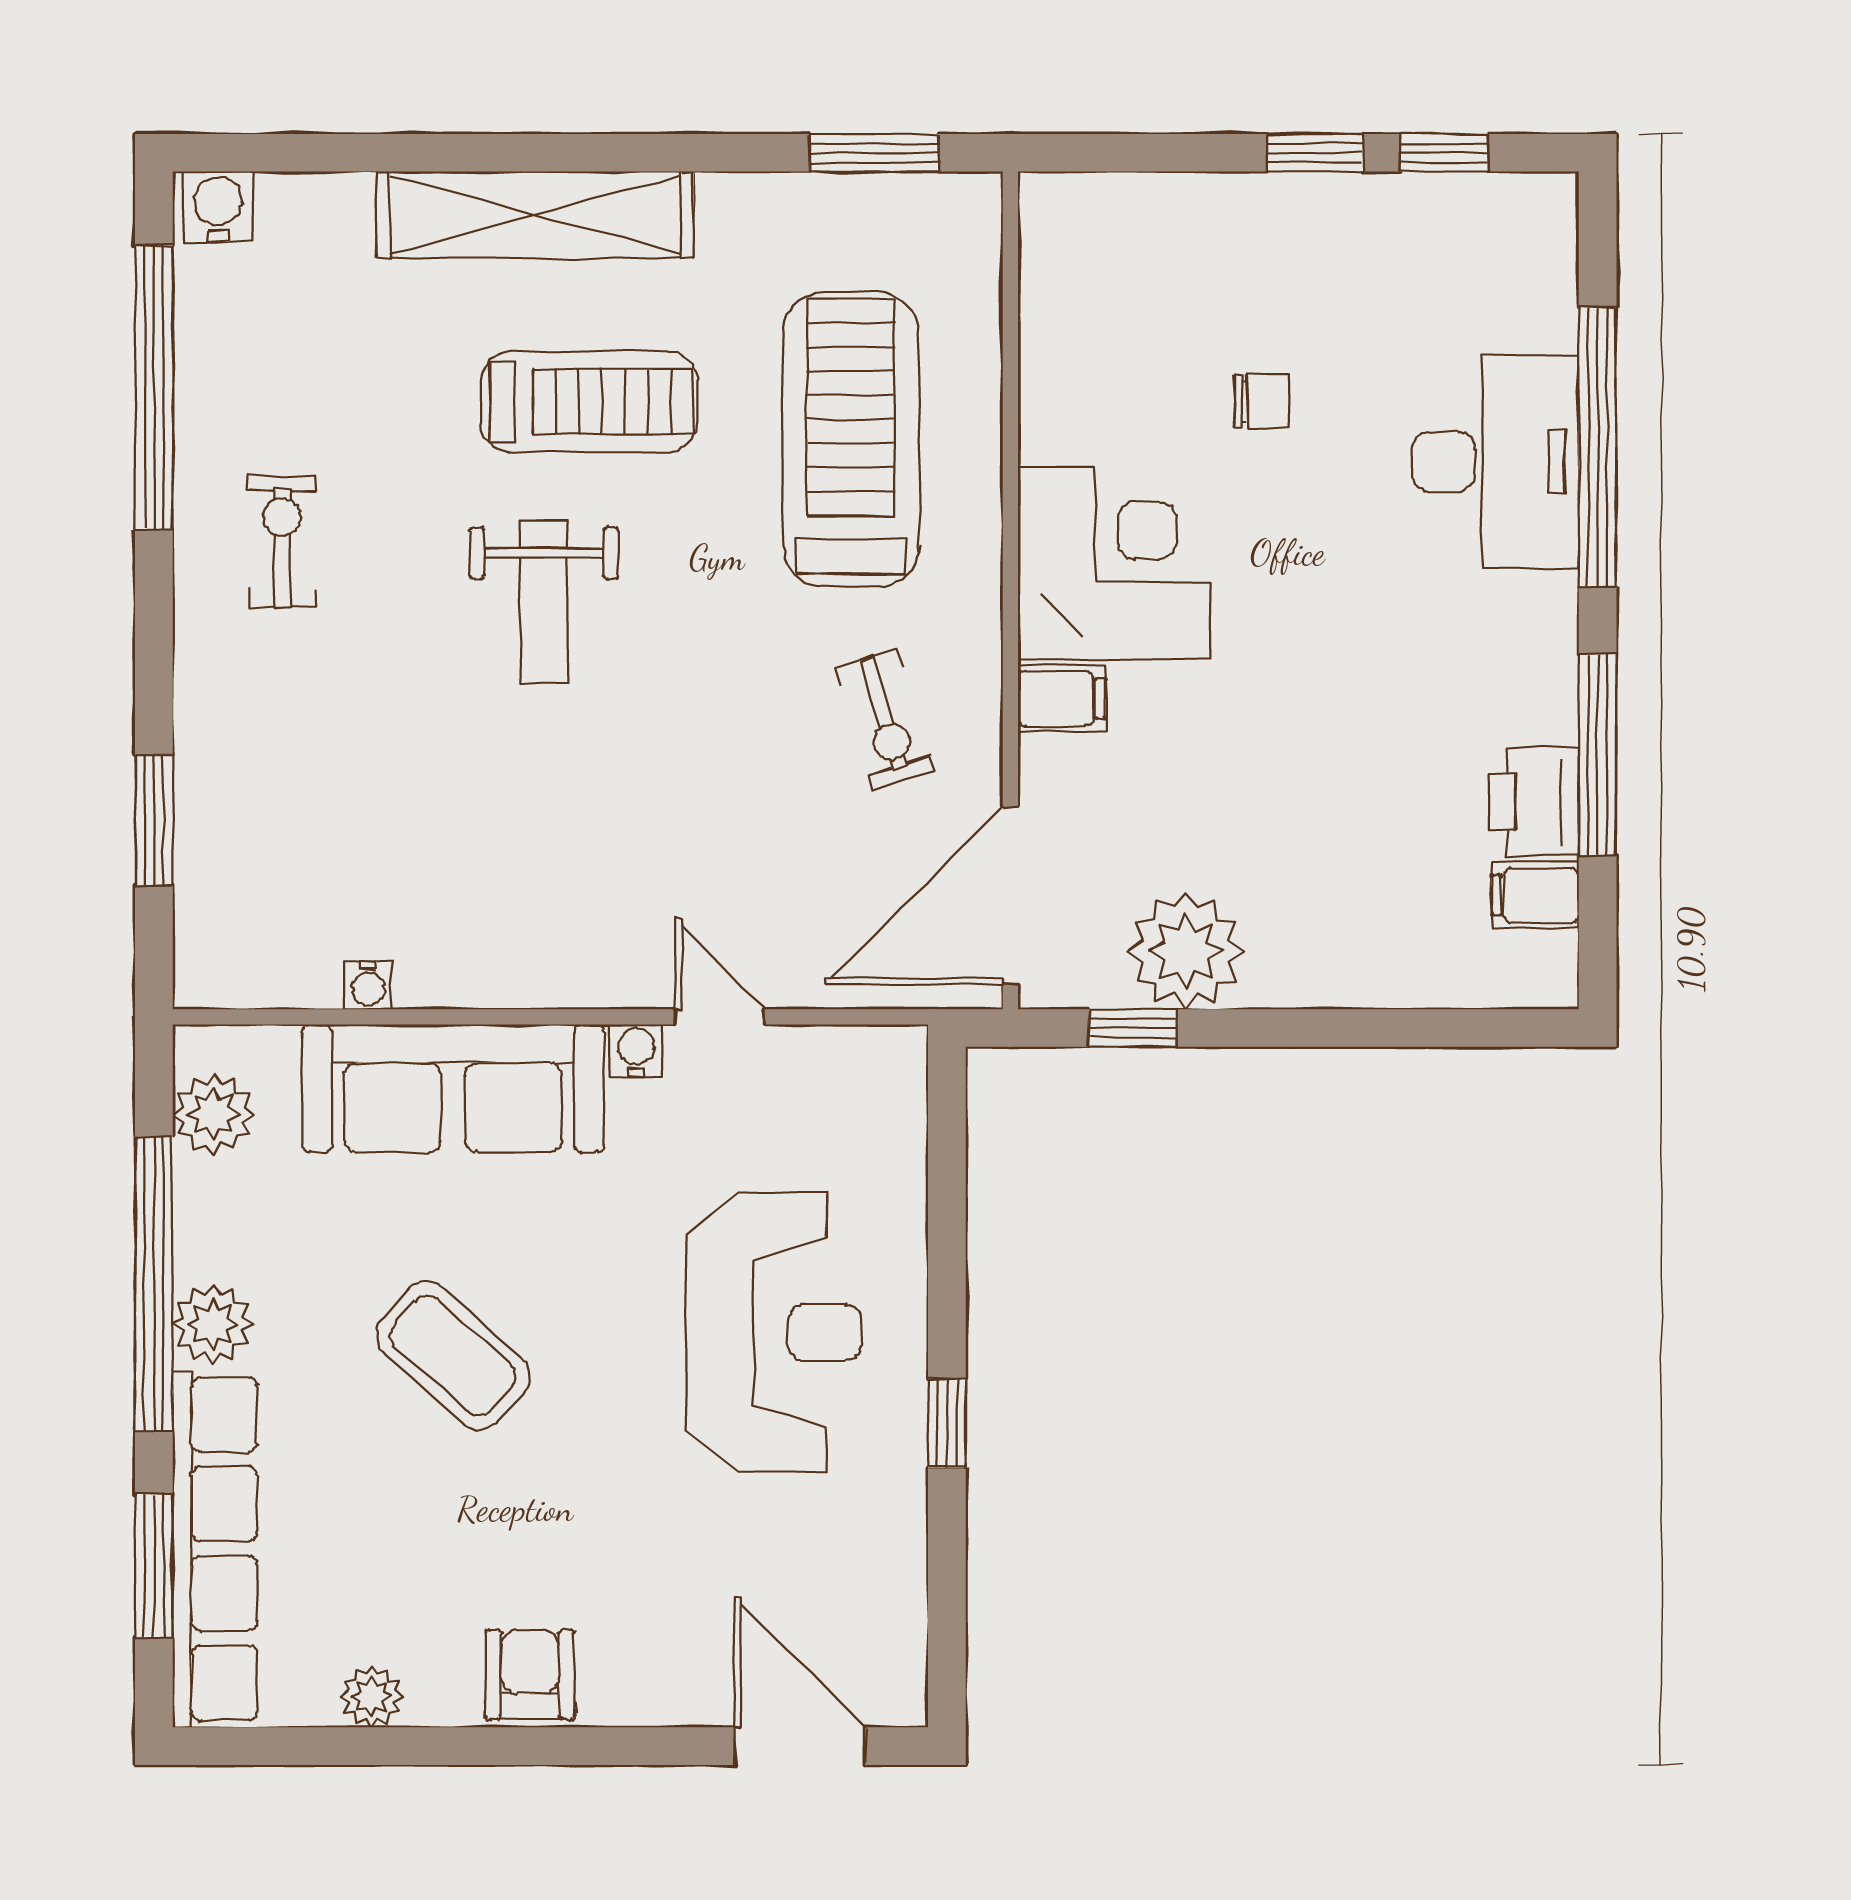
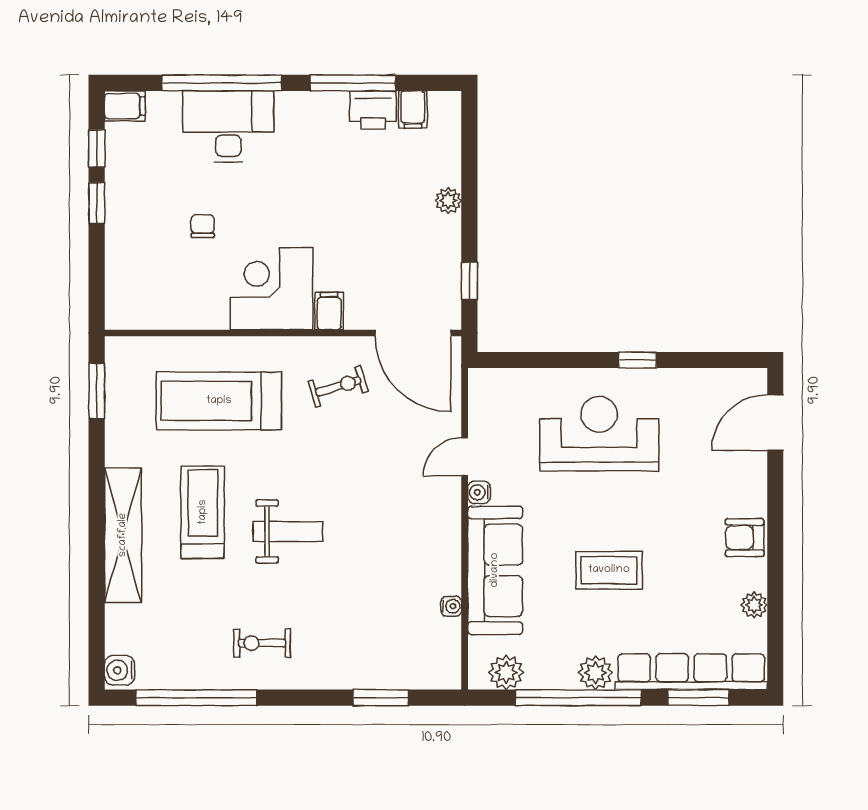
filing cabinet: (1543, 219) -> (125, 106), added
plant: (1186, 951) -> (448, 201), moved, width x0.53, depth x0.53
coffee table: (453, 1356) -> (609, 570), turned 48

